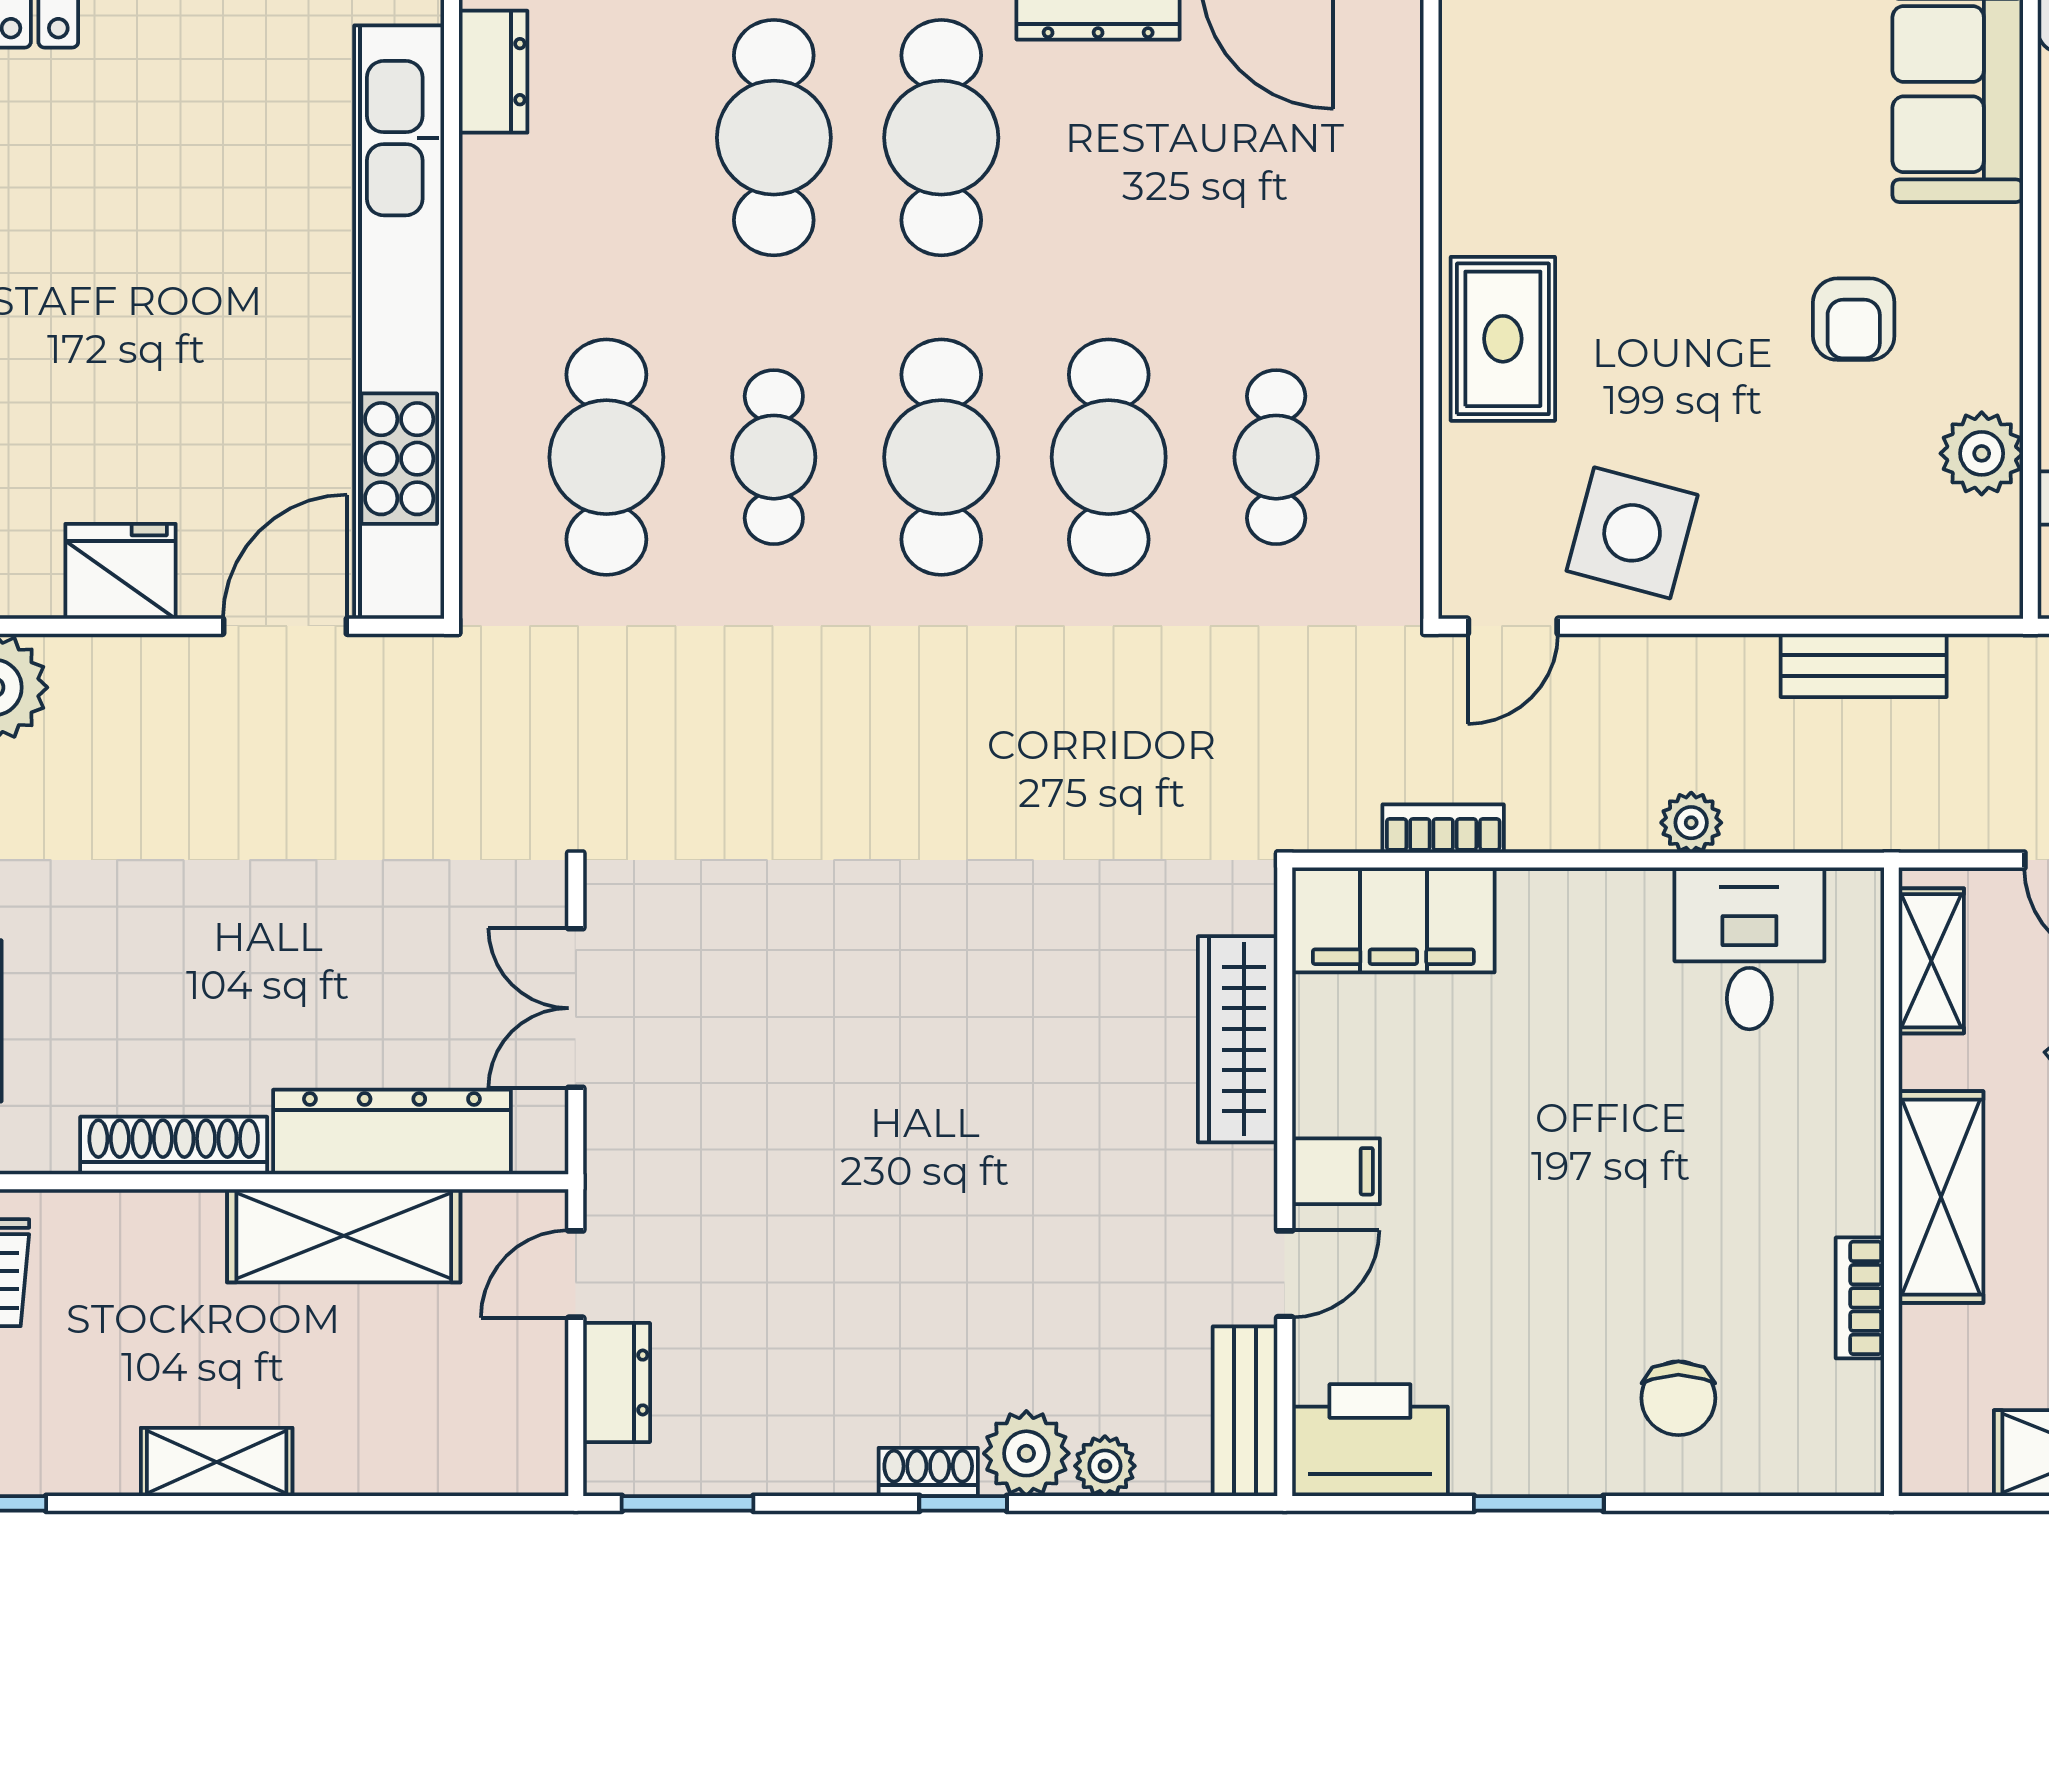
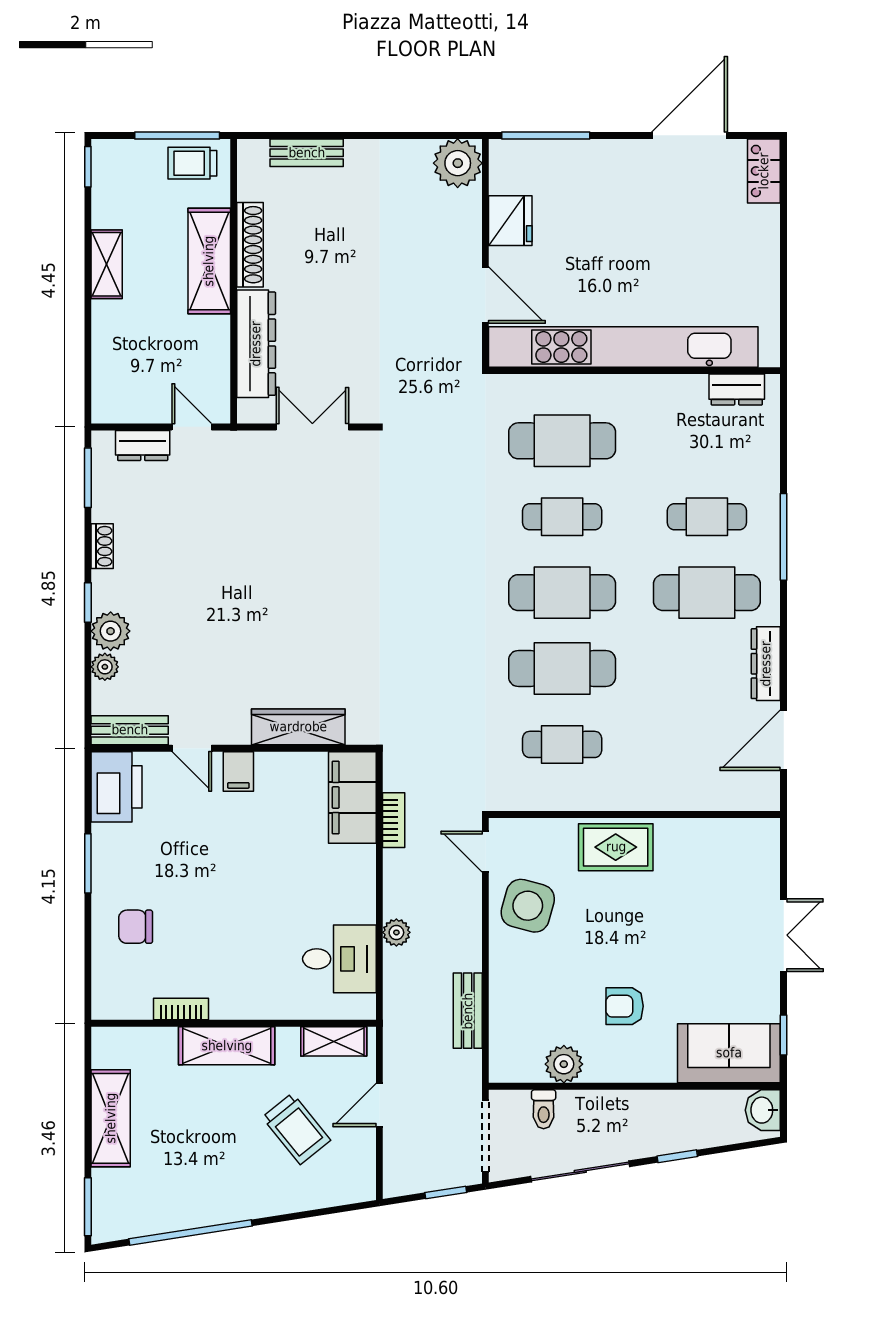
cafe table: (774, 138) -> (707, 517), width x0.73, depth x0.74
shelving: (344, 1236) -> (209, 261), moved
shoe rack: (928, 1472) -> (102, 546), moved

